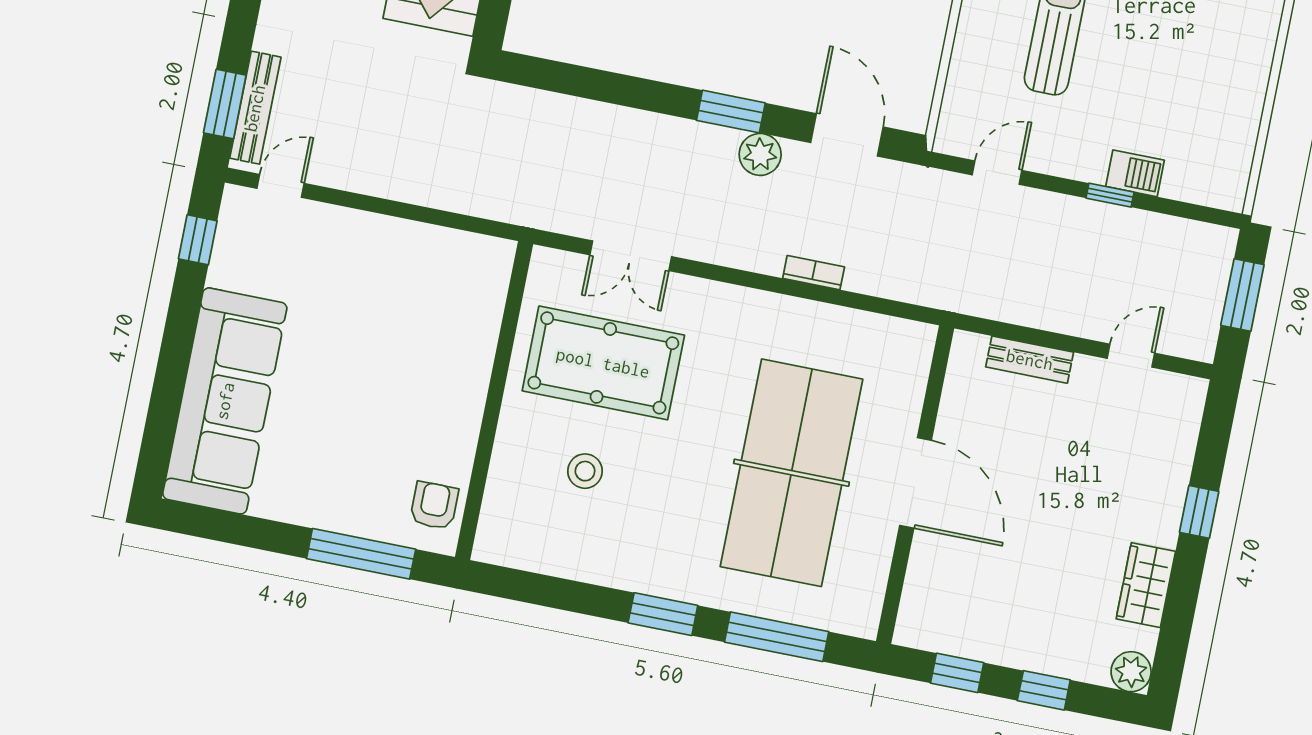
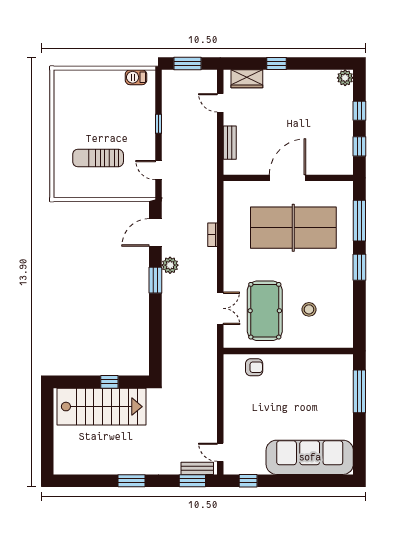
bench: (255, 108) -> (197, 468), width x0.73
barbecue: (1135, 173) -> (136, 77), moved, turned -90
armchair: (434, 506) -> (254, 367), moved, turned 180
wardrobe: (1146, 585) -> (247, 79), moved

